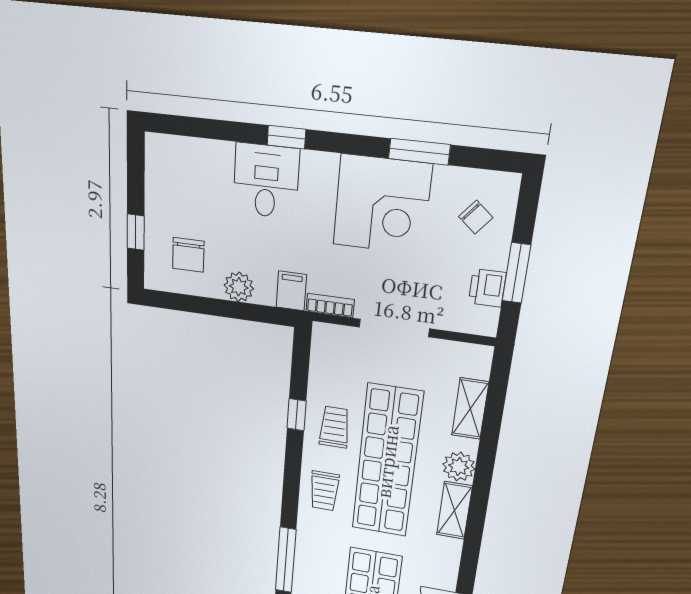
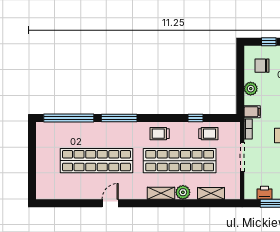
trolley: (335, 427) -> (208, 134), moved

